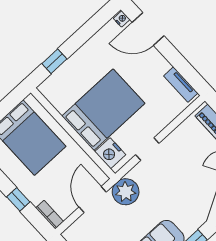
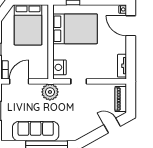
bed: (103, 110) -> (75, 29), moved
door: (93, 200) -> (19, 81), moved

